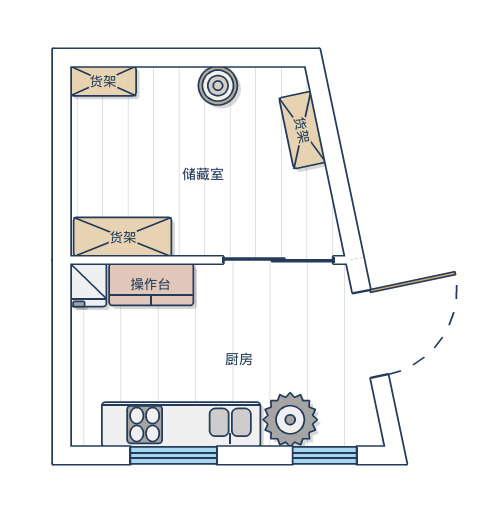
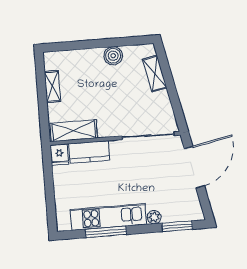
shelving: (103, 81) -> (52, 86), moved, turned 90
plant: (290, 420) -> (154, 217), width x0.53, depth x0.53

